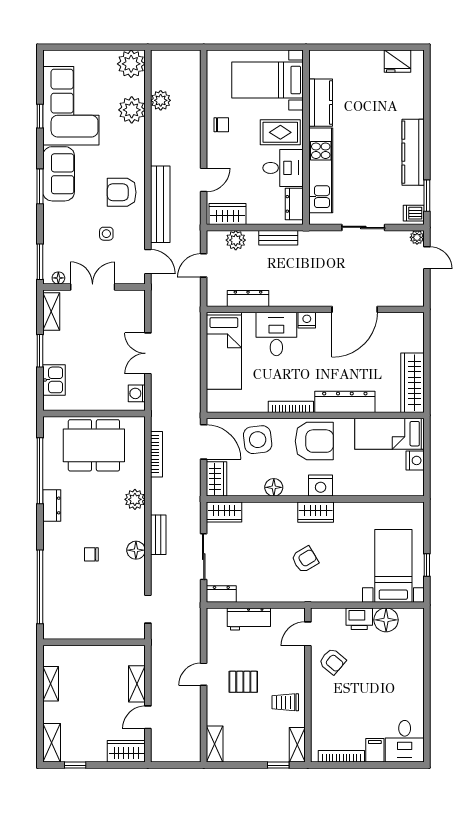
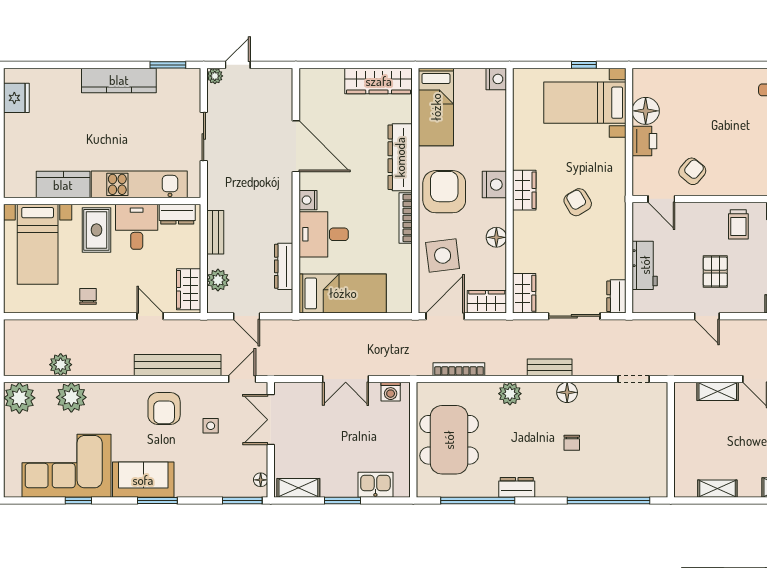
dishwasher: (414, 213) -> (188, 80), removed
double door: (93, 287) -> (271, 420), moved
nightstand: (415, 460) -> (496, 79), moved, turned 90

